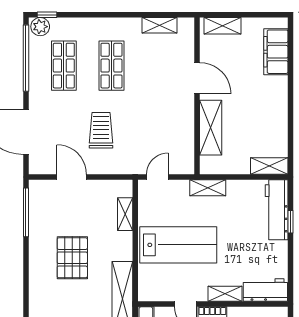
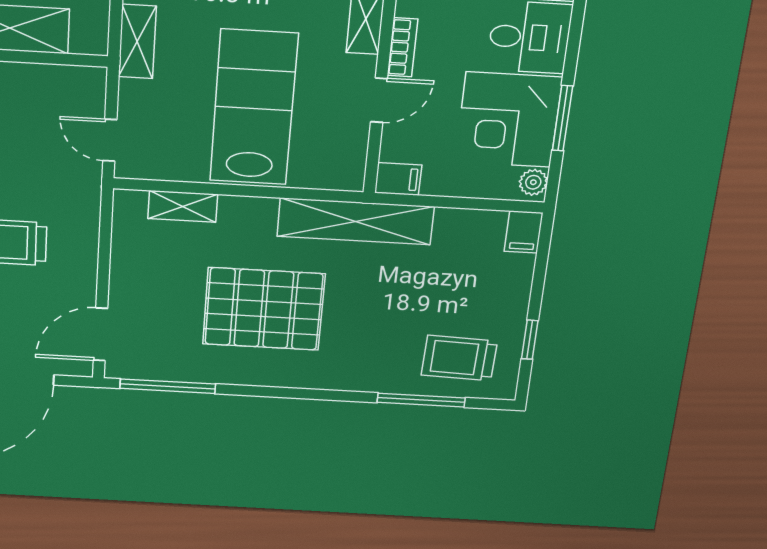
door: (72, 177) -> (100, 334), moved
pallet: (72, 258) -> (264, 309), width x1.37, depth x1.41

